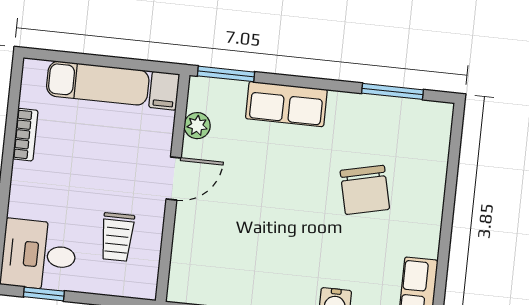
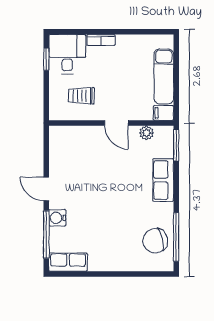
window: (393, 91) -> (176, 237), width x1.44
bookcase: (25, 135) -> (101, 40), moved
chair: (365, 190) -> (155, 241), moved

